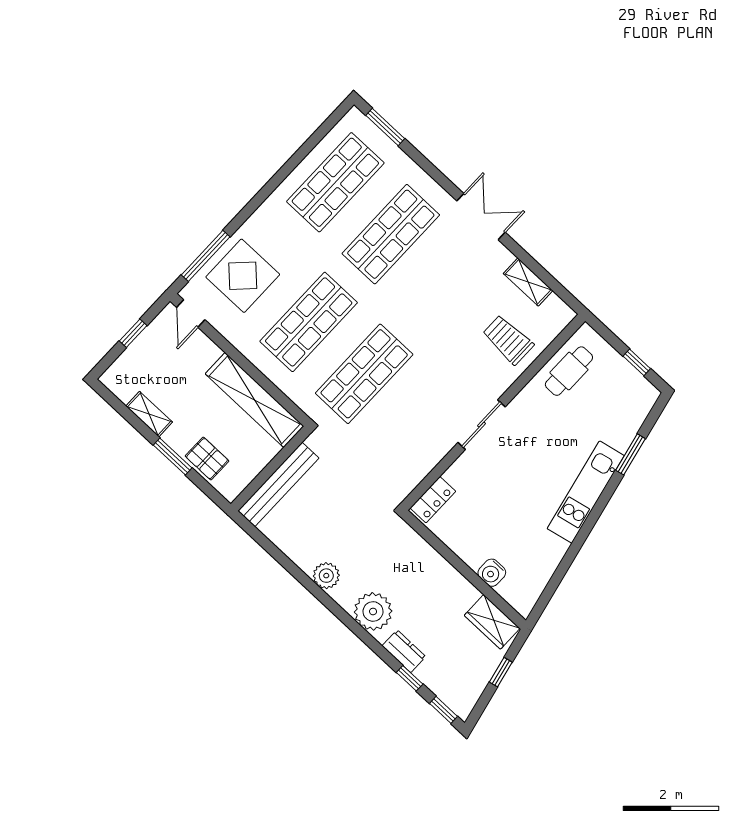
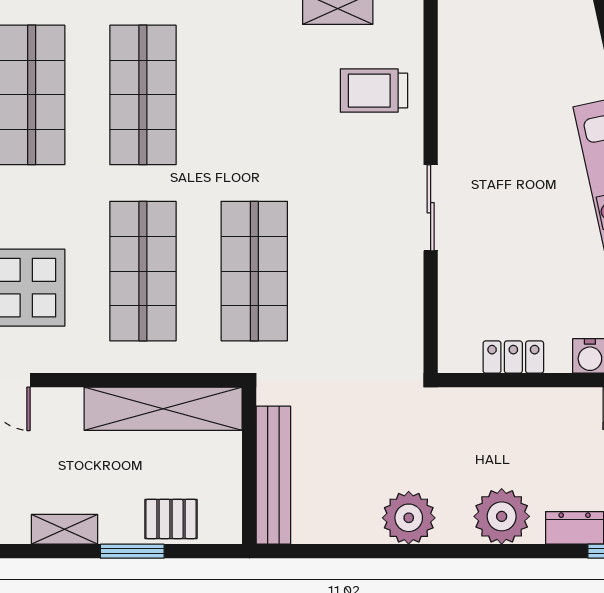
cafe table: (569, 371) -> (471, 63), removed
locker: (433, 500) -> (513, 357), moved, turned -90
plant: (326, 576) -> (409, 518), width x1.36, depth x1.36

